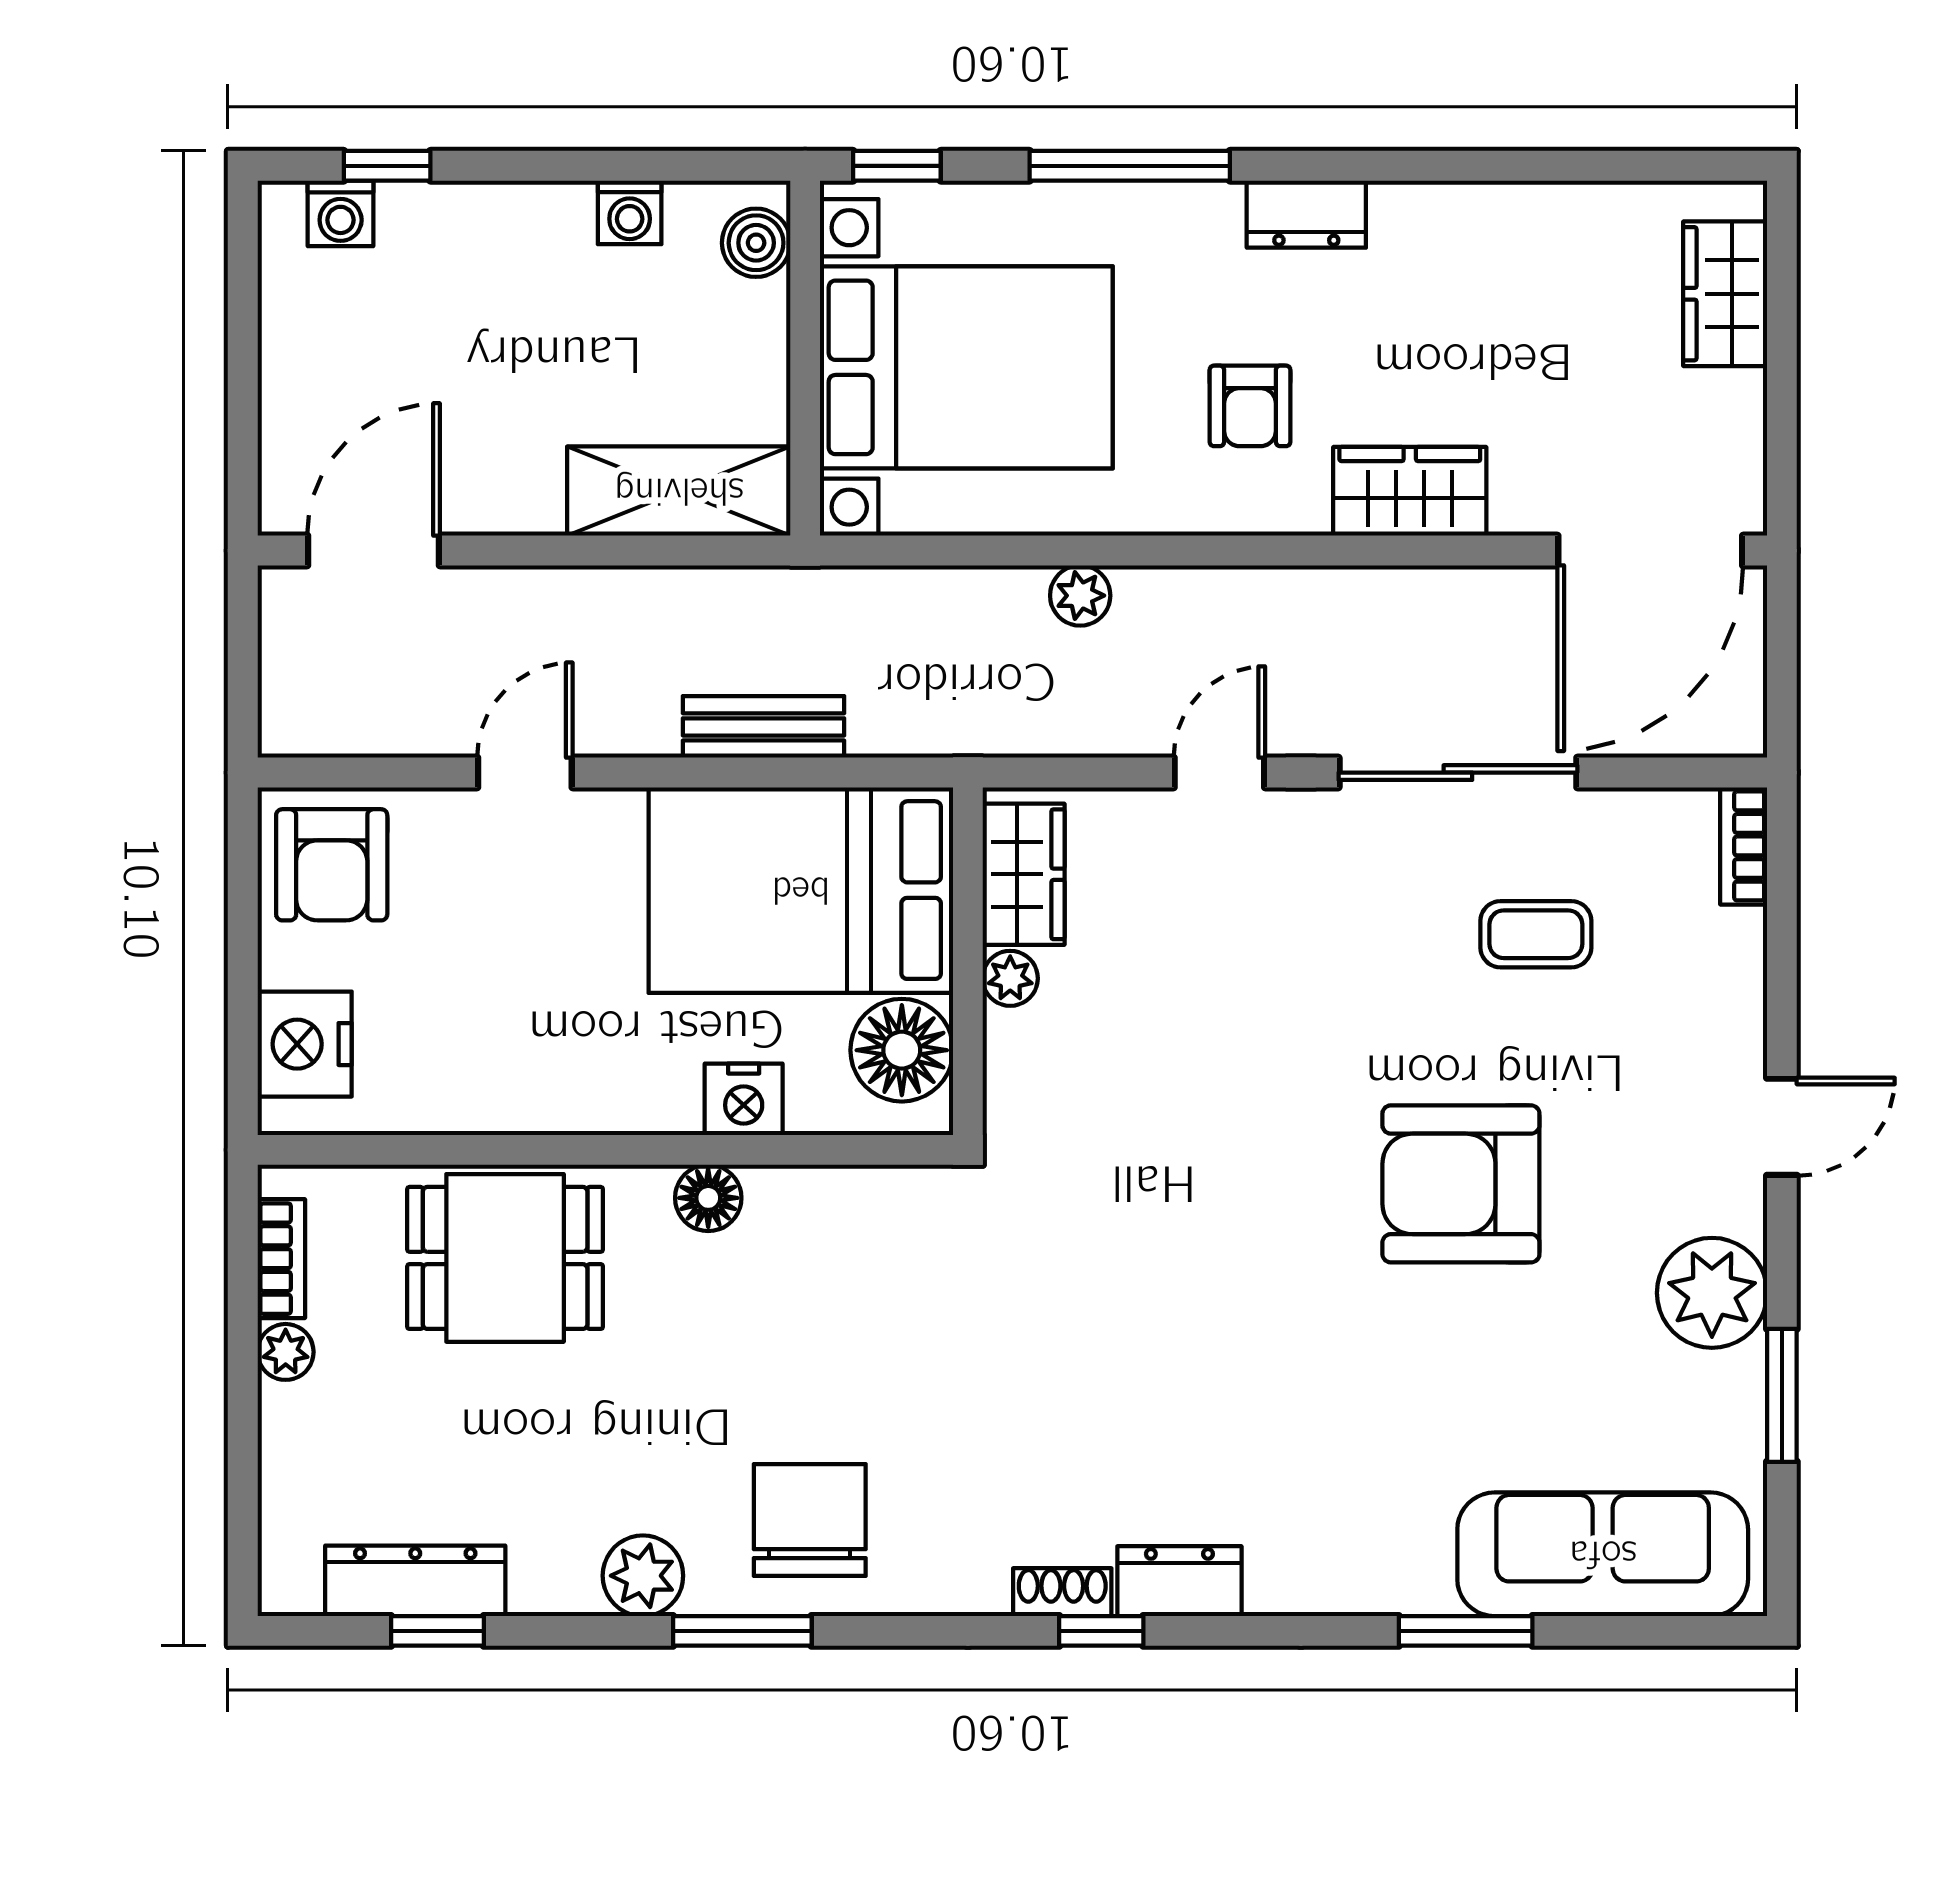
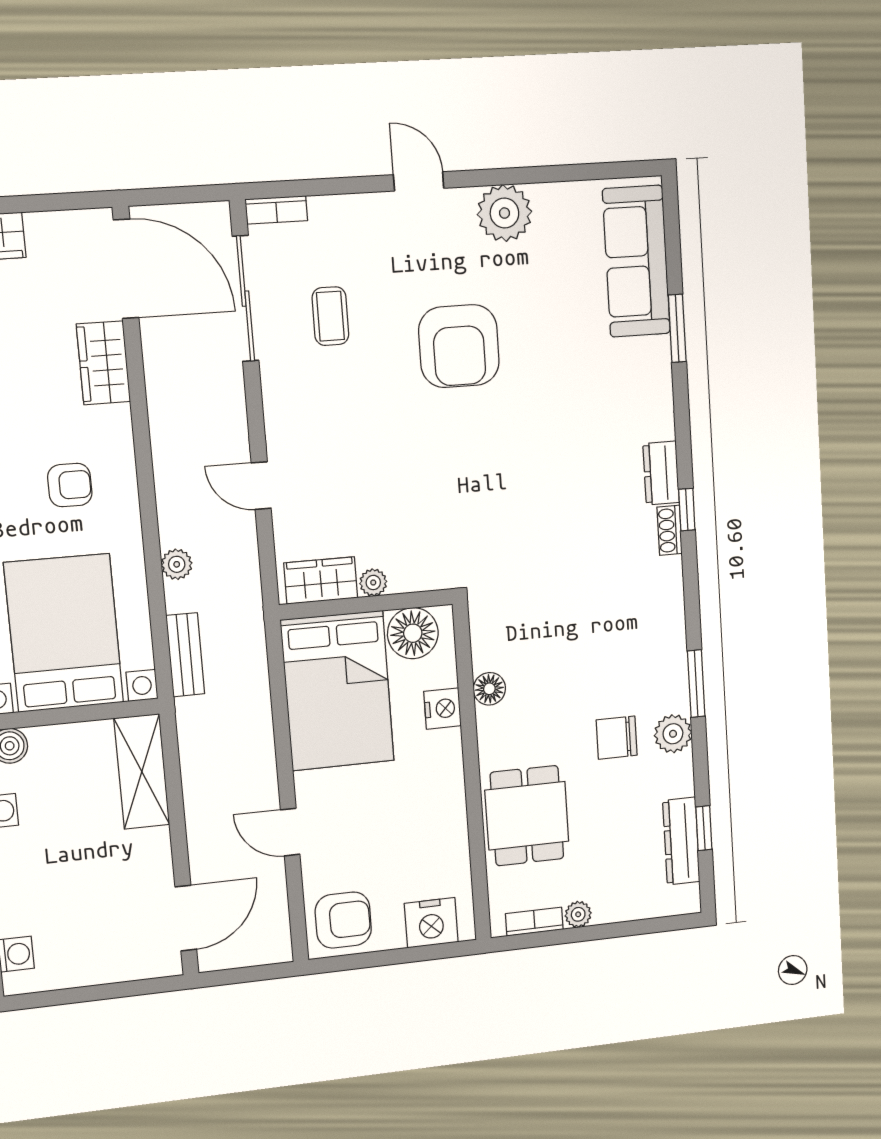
wardrobe: (1410, 491) -> (103, 363), moved
door: (374, 551) -> (186, 918), swing flipped
bench: (763, 727) -> (185, 655), moved
sliding door: (1458, 773) -> (246, 299), moved
floor lamp: (708, 1198) -> (489, 689), moved
window: (1782, 1395) -> (553, 174), removed
chair: (810, 1520) -> (617, 738), moved, width x0.73, depth x0.73

